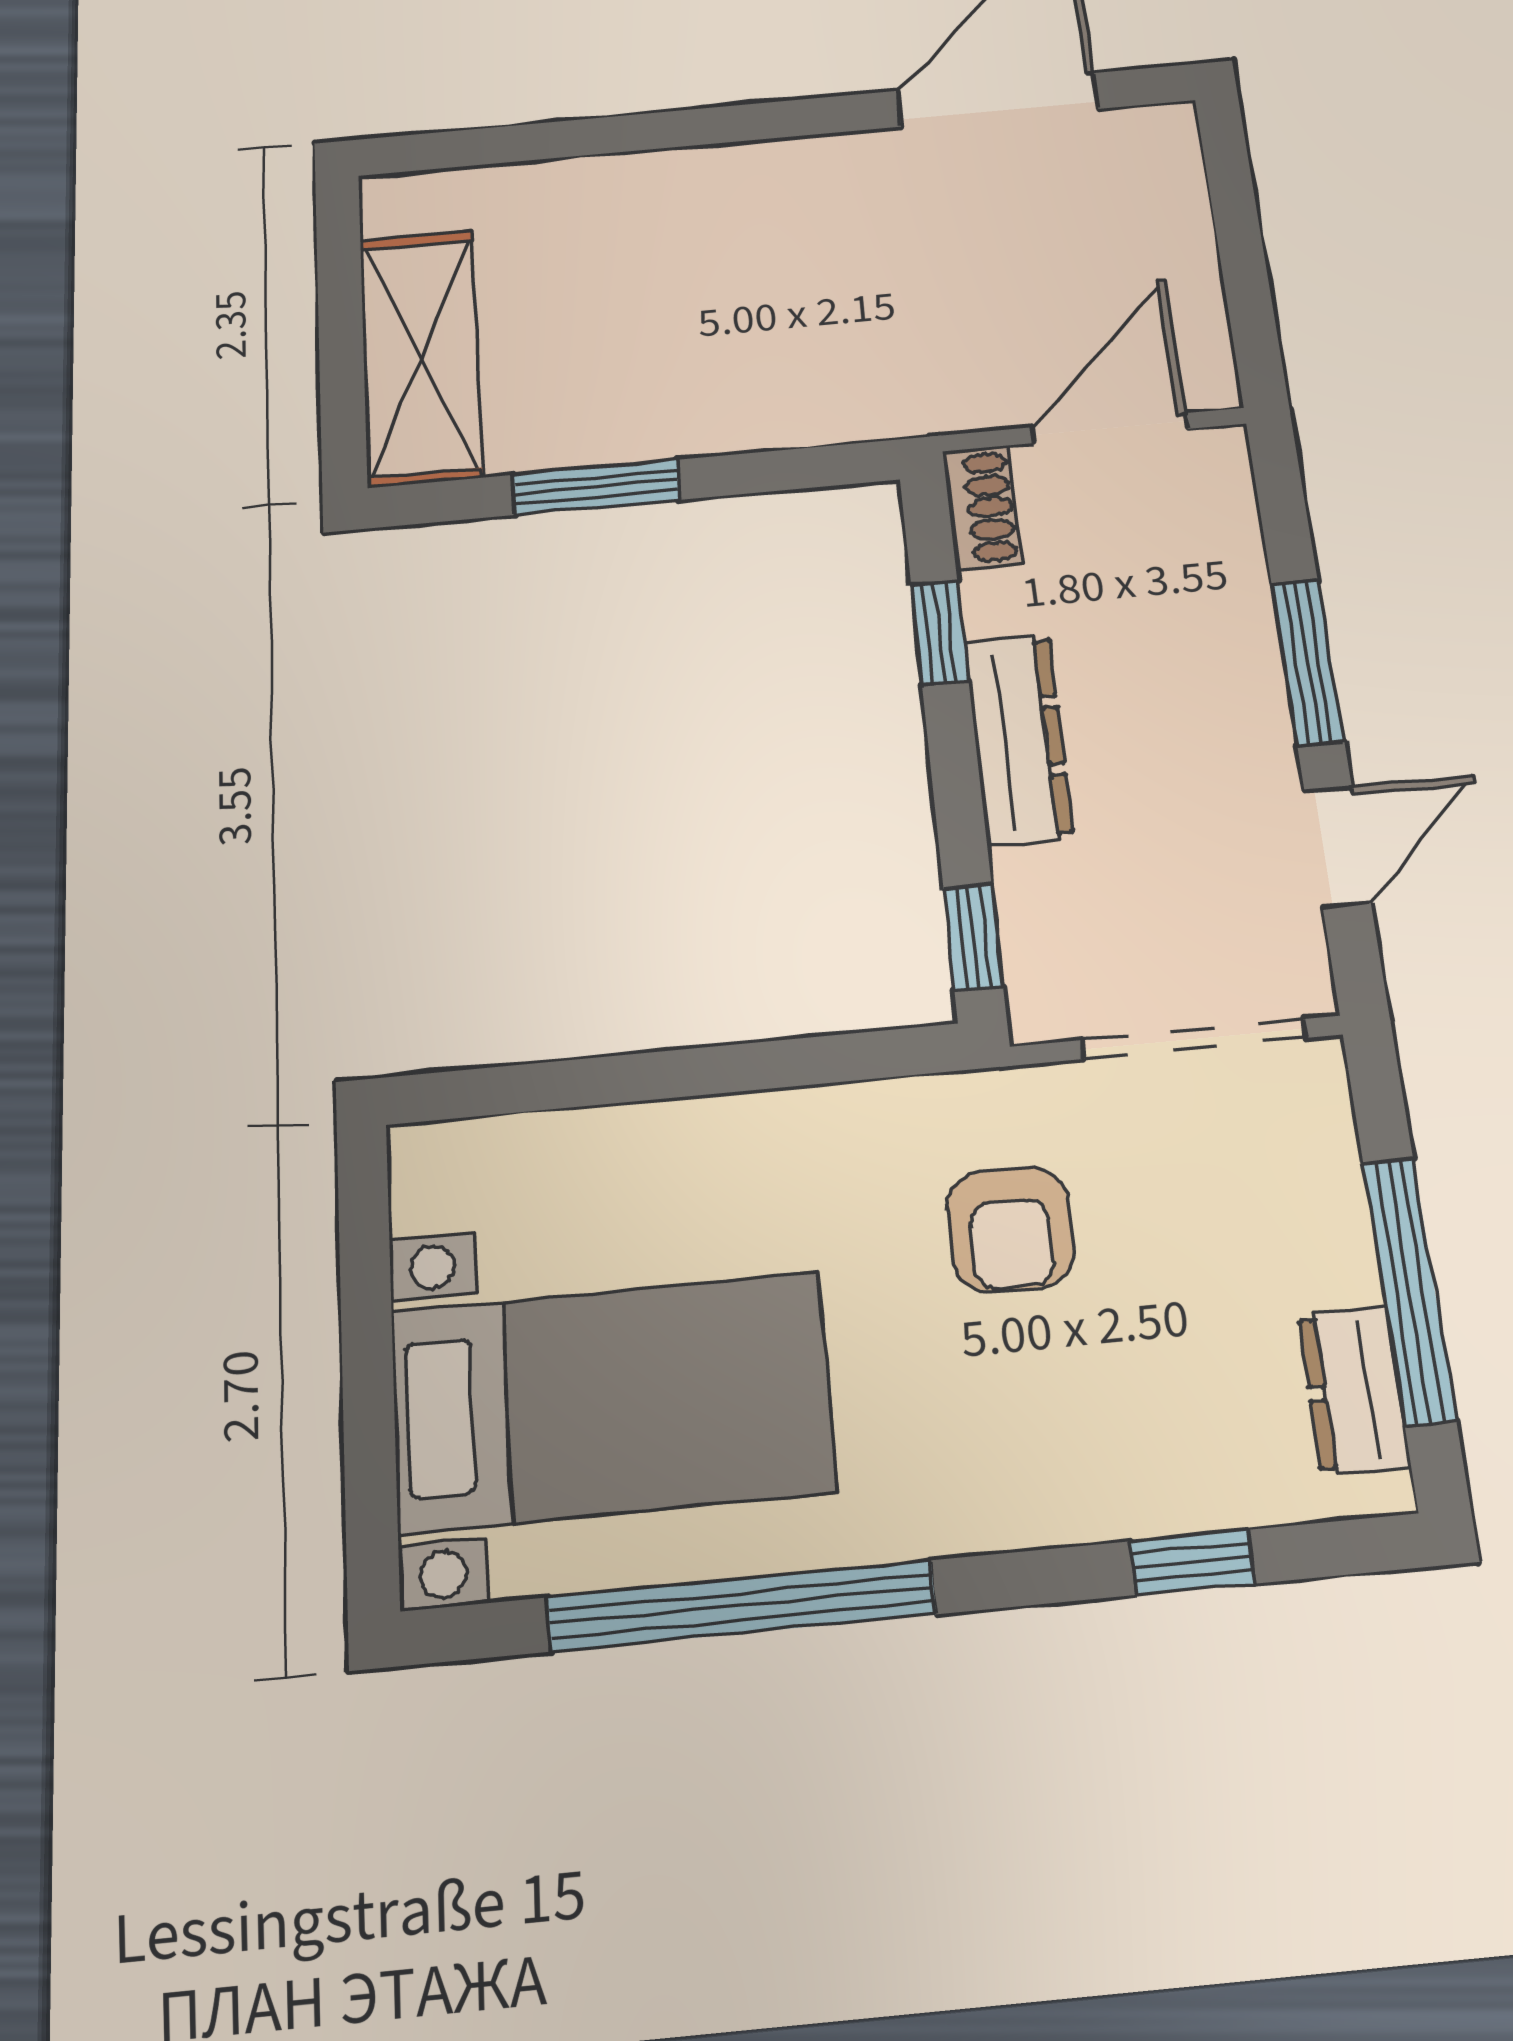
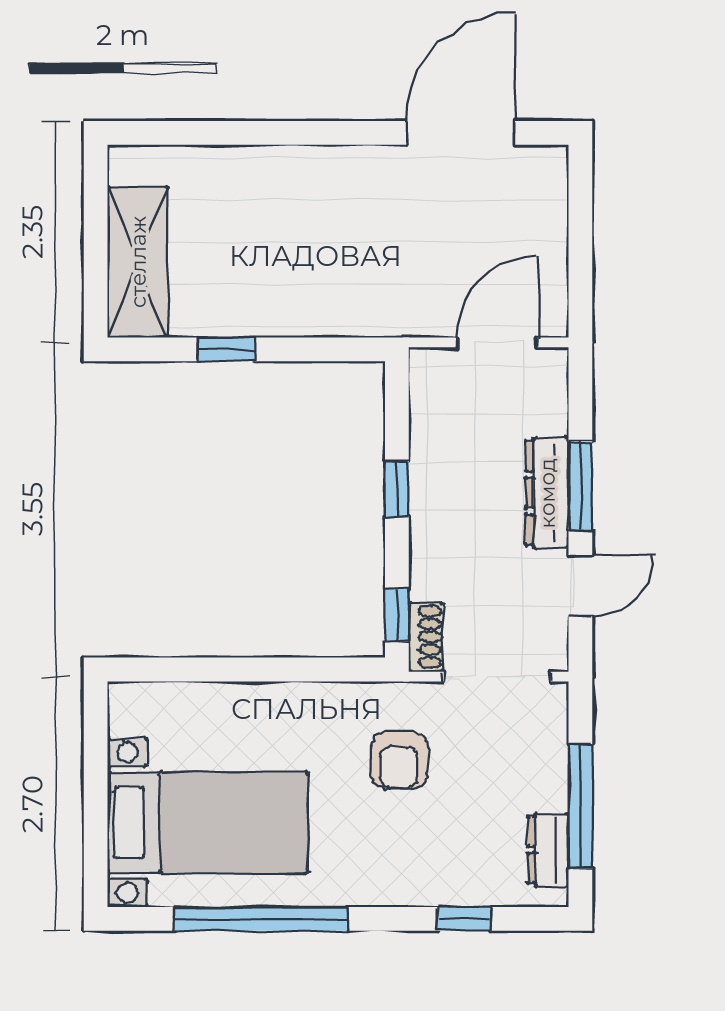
window: (596, 487) -> (227, 349), width x0.67
shoe rack: (982, 508) -> (426, 637), moved
window: (940, 633) -> (397, 489), moved
dresser: (1018, 739) -> (547, 493), moved, turned 180

